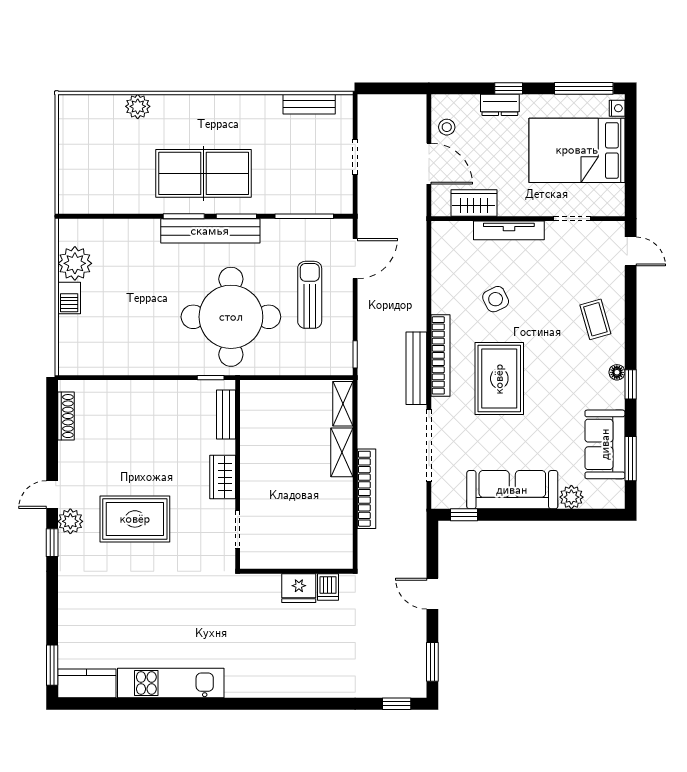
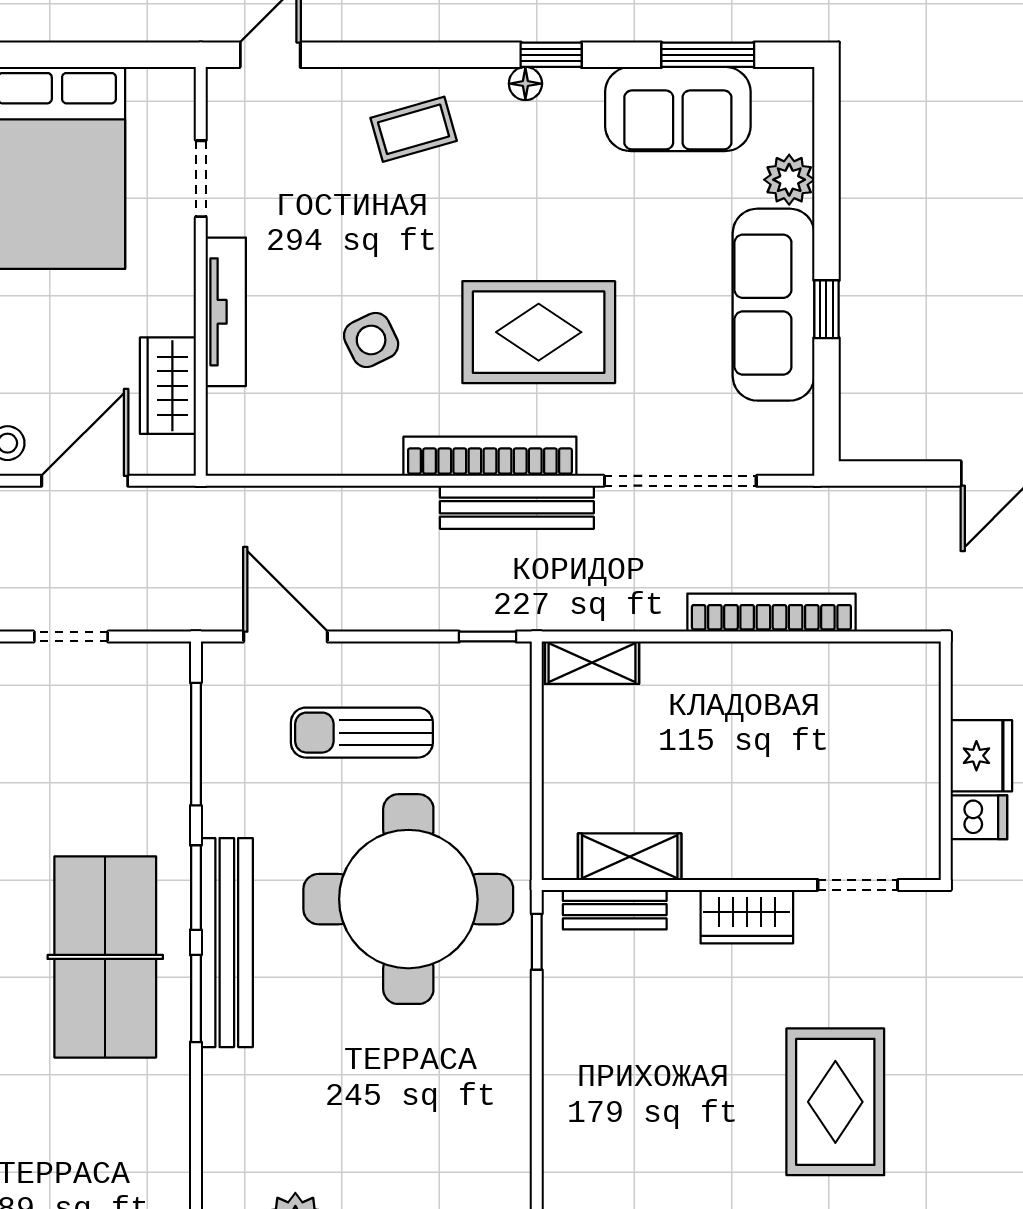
shelving: (342, 452) -> (630, 857), moved
window: (464, 515) -> (826, 309), moved
dishwasher: (328, 587) -> (979, 817), moved

